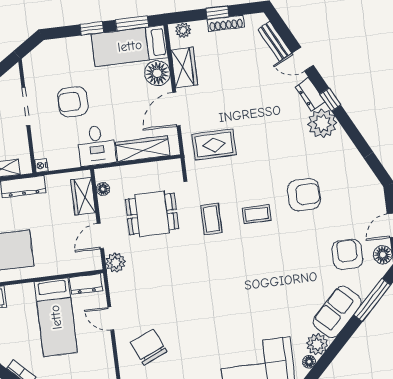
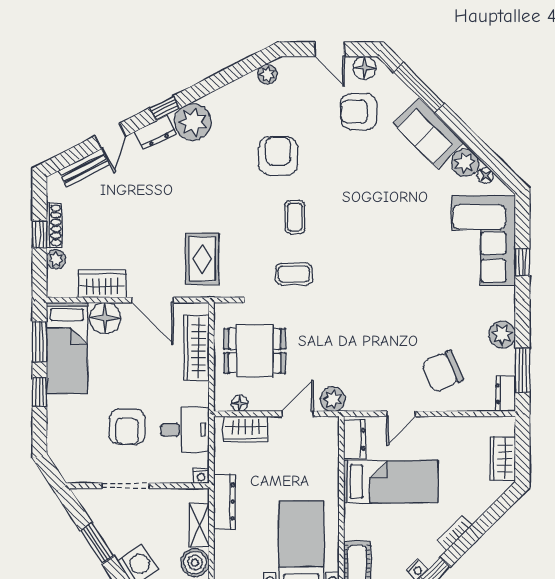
plant: (183, 30) -> (56, 259), moved
desk: (96, 145) -> (185, 430), moved
plant: (368, 178) -> (267, 74), added
dining table: (152, 214) -> (255, 351), moved, turned 90
door: (100, 236) -> (297, 414), swing flipped

